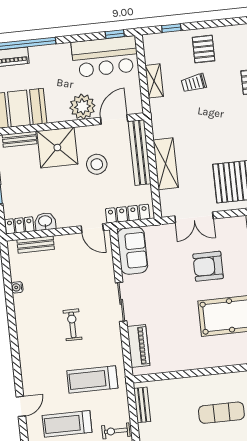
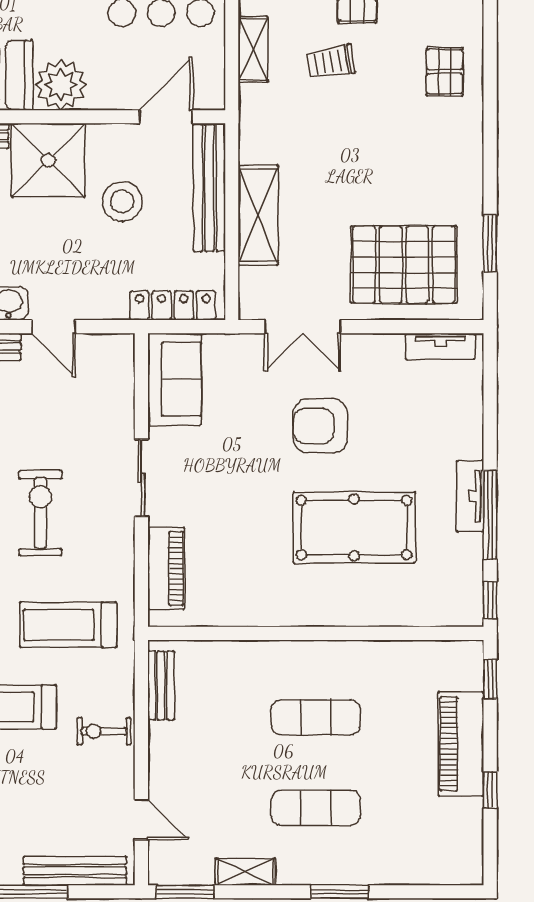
plant: (82, 107) -> (61, 85), moved
door: (92, 228) -> (53, 327), moved
exercise bike: (72, 325) -> (40, 513), width x1.38, depth x1.39

